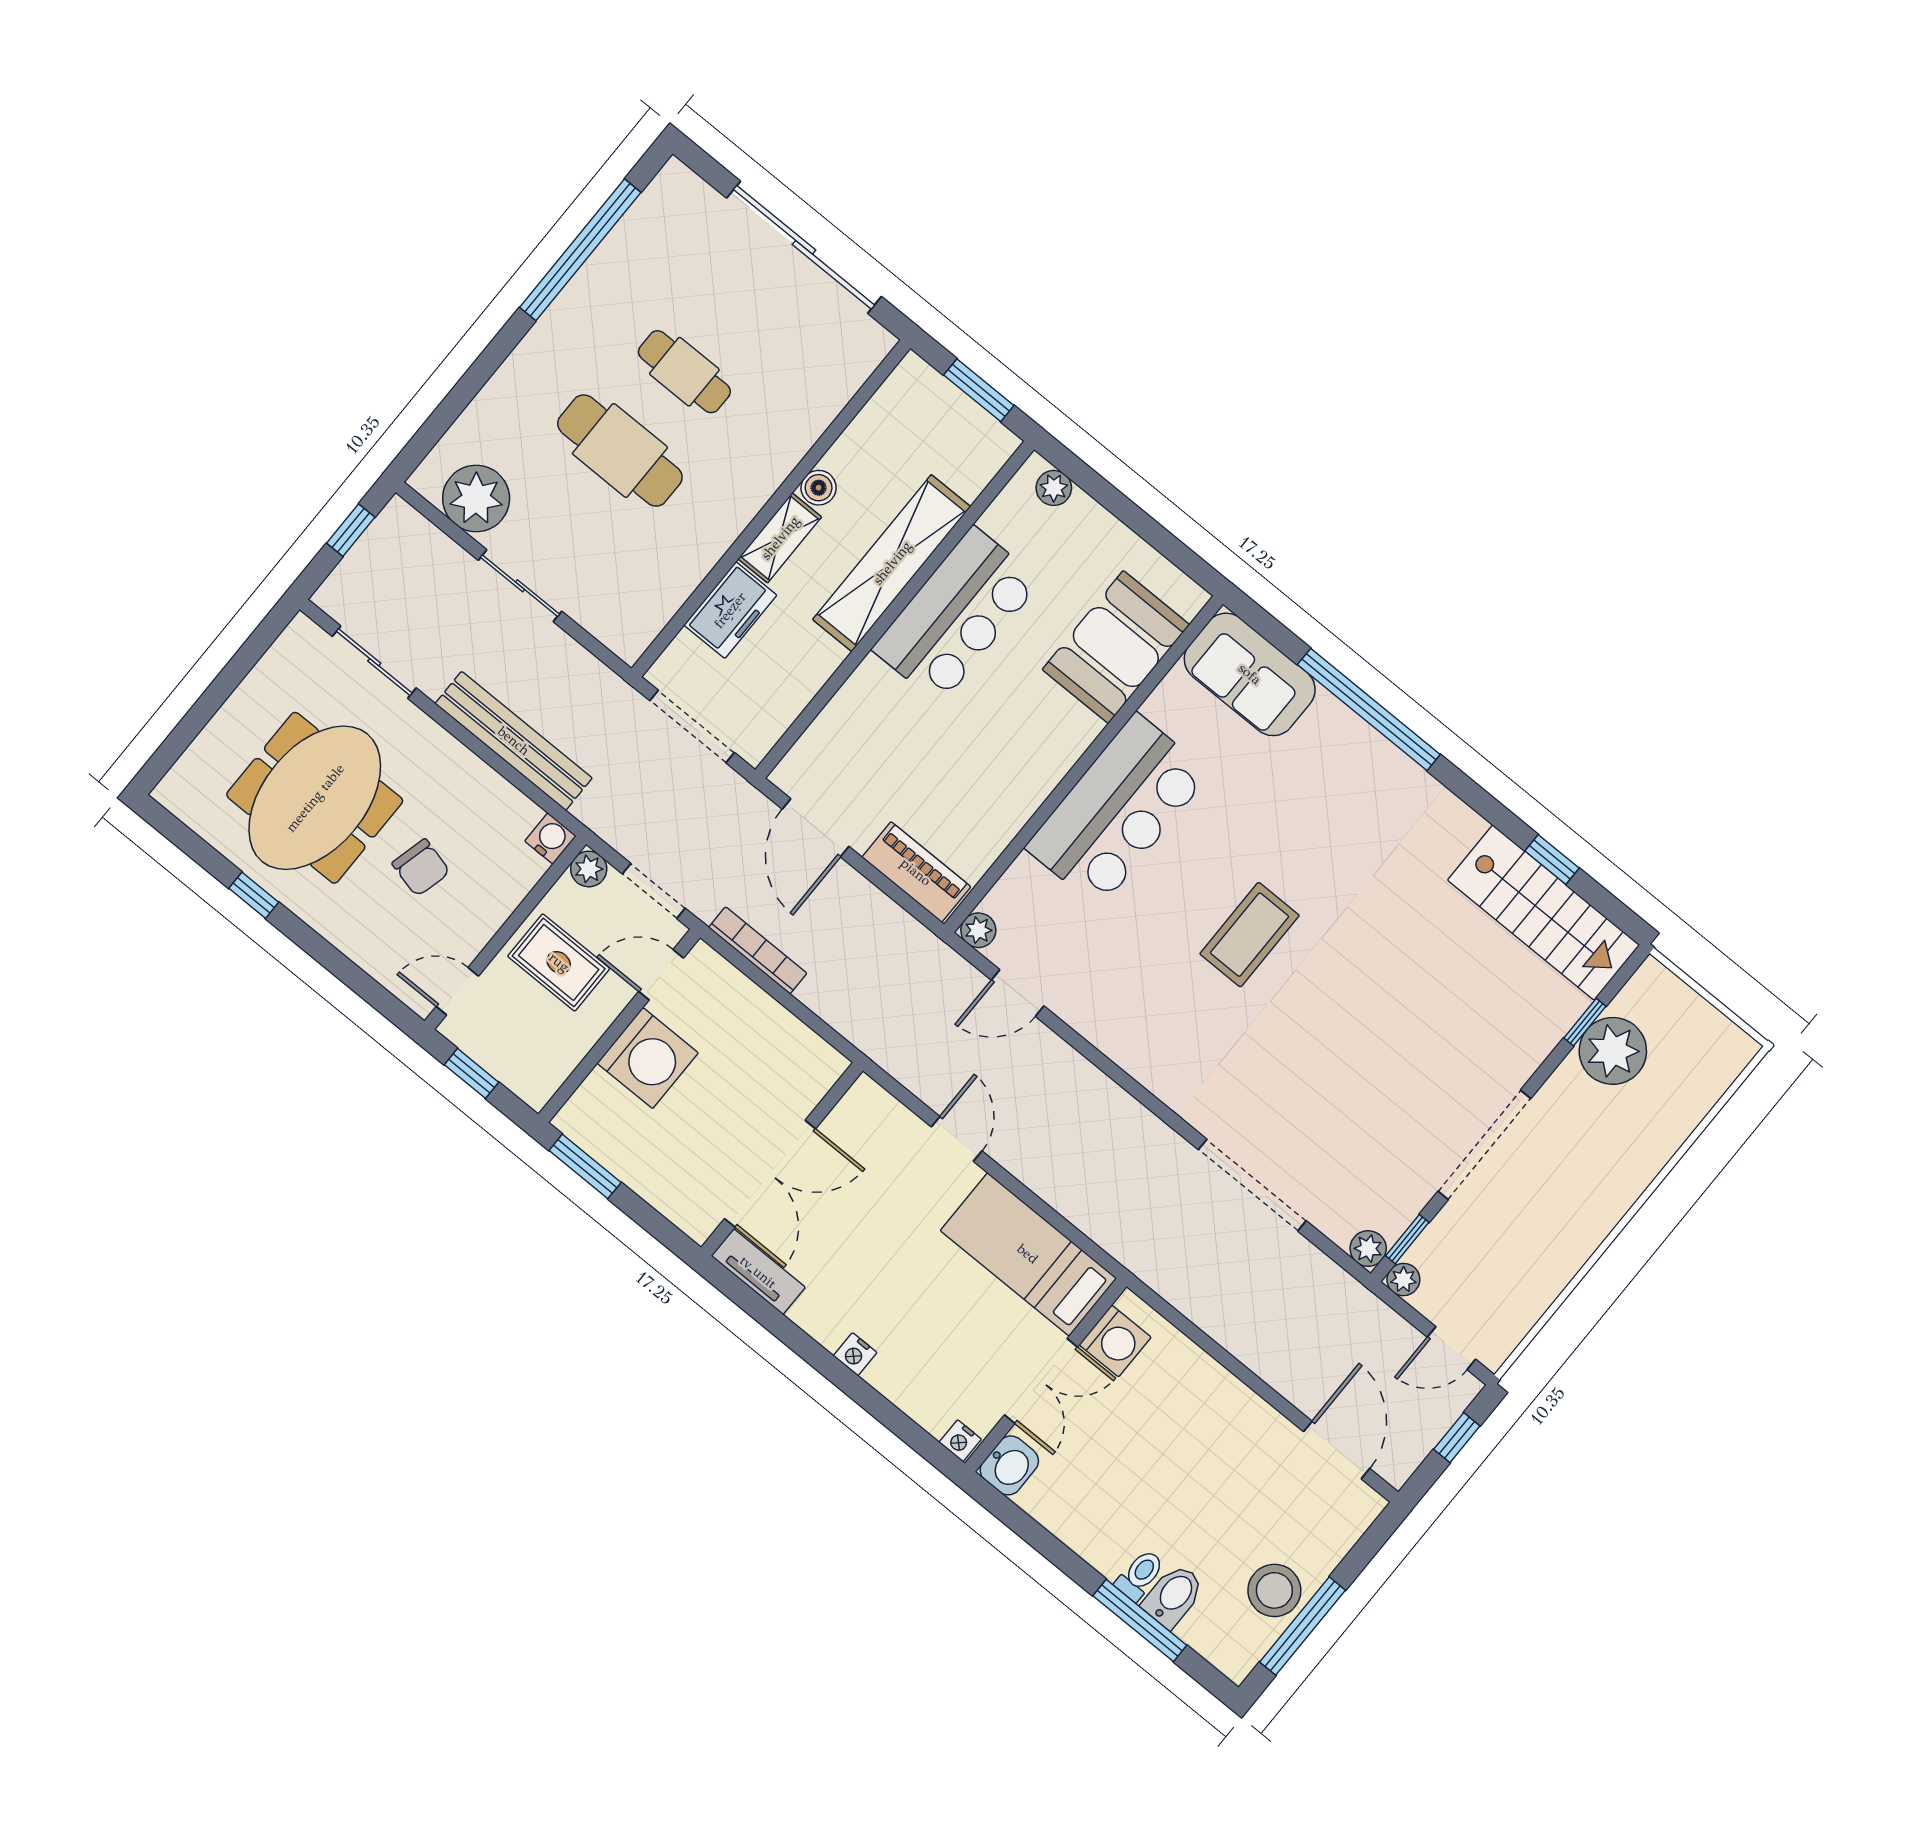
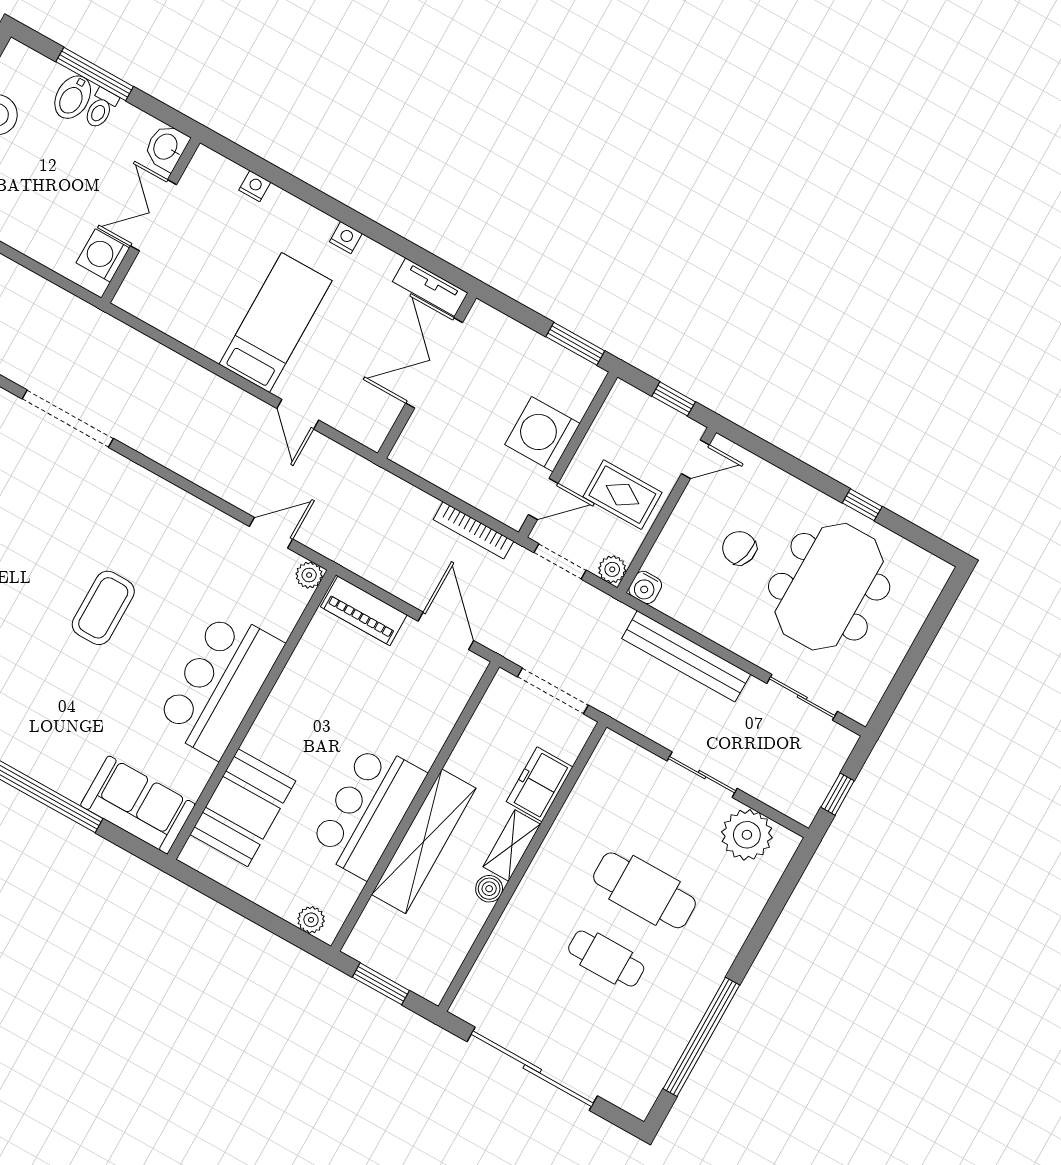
bed: (1028, 1254) -> (275, 323), moved, turned -90
washing machine: (1115, 1341) -> (103, 255), moved
wall: (1046, 1375) -> (151, 220), moved
double door: (1041, 1381) -> (154, 215), moved
washbasin: (1009, 1465) -> (166, 147), moved

